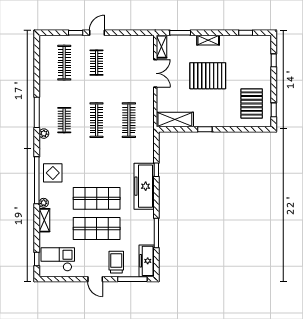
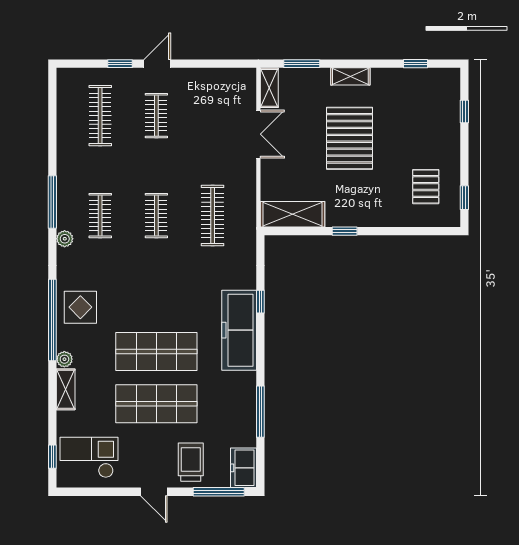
pallet: (208, 76) -> (349, 138), turned 90
pallet: (252, 103) -> (426, 187), width x0.67, depth x0.71
clothes rail: (97, 120) -> (156, 216), width x0.73
freezer: (147, 261) -> (243, 468), width x0.71

